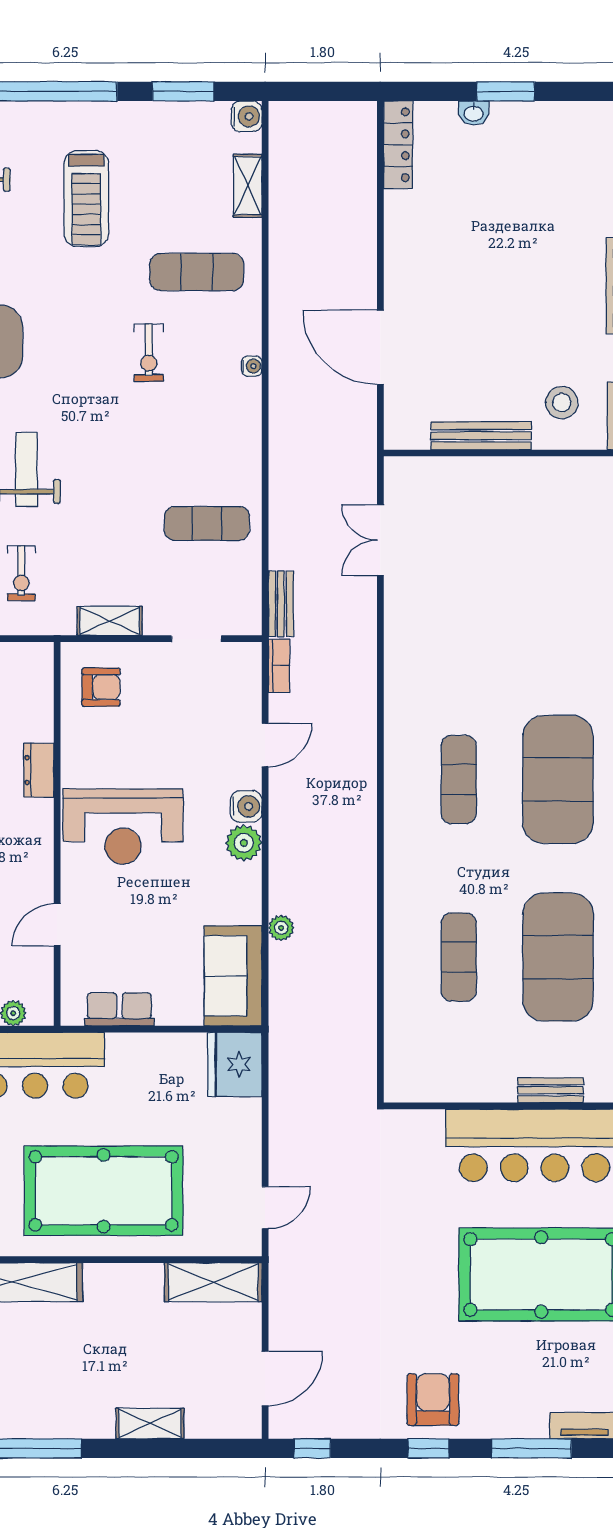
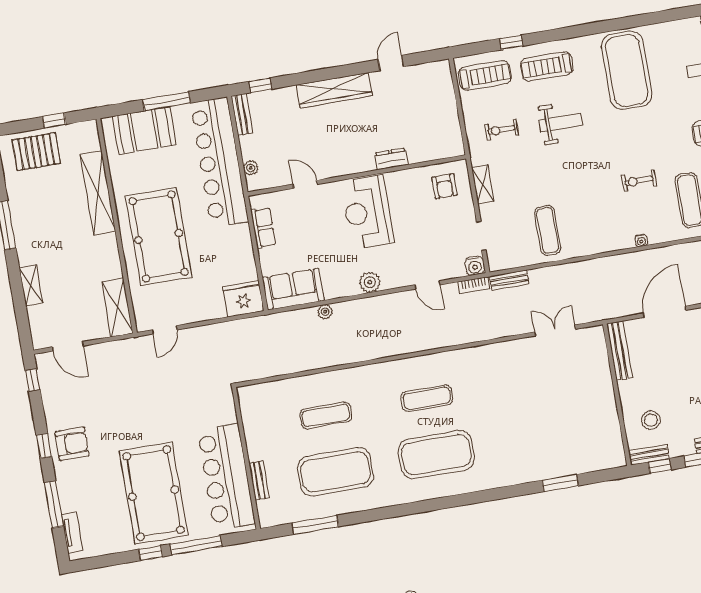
bench: (481, 436) -> (619, 351), moved
water cooler: (246, 806) -> (475, 266), moved
door: (265, 1208) -> (165, 330), hinge flipped

